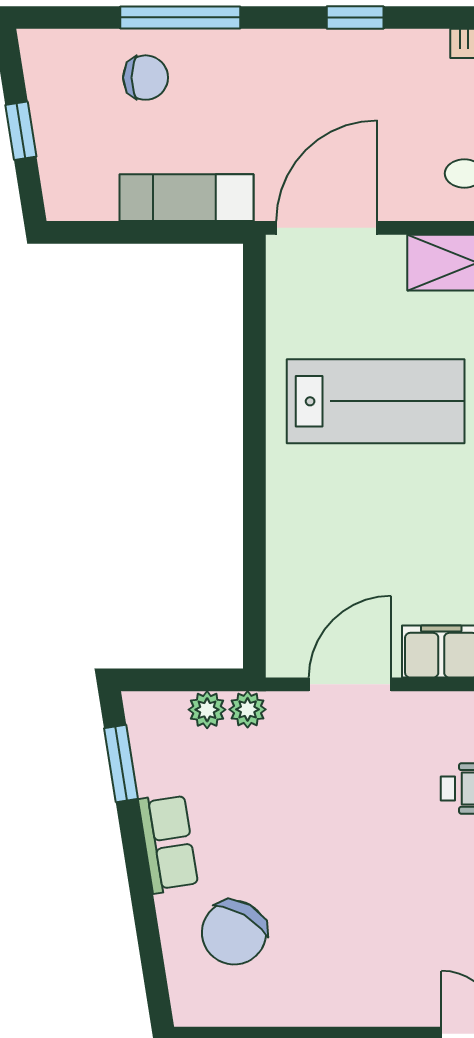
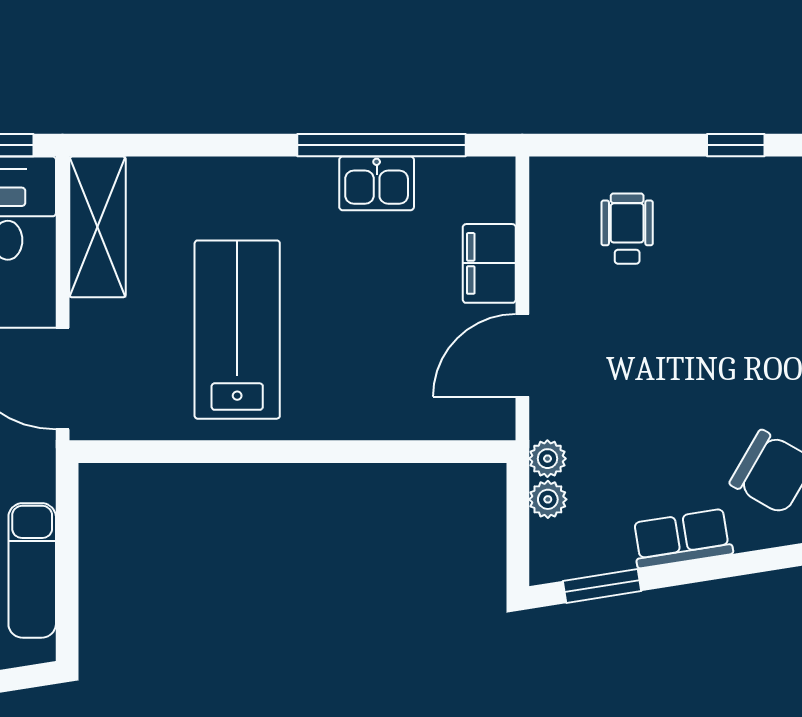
exam couch: (186, 198) -> (32, 570), moved
door: (350, 684) -> (522, 355), hinge flipped

